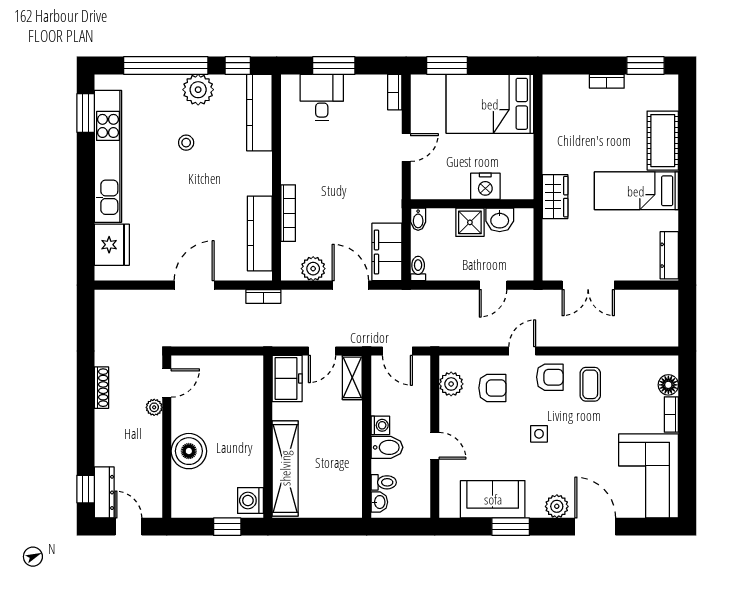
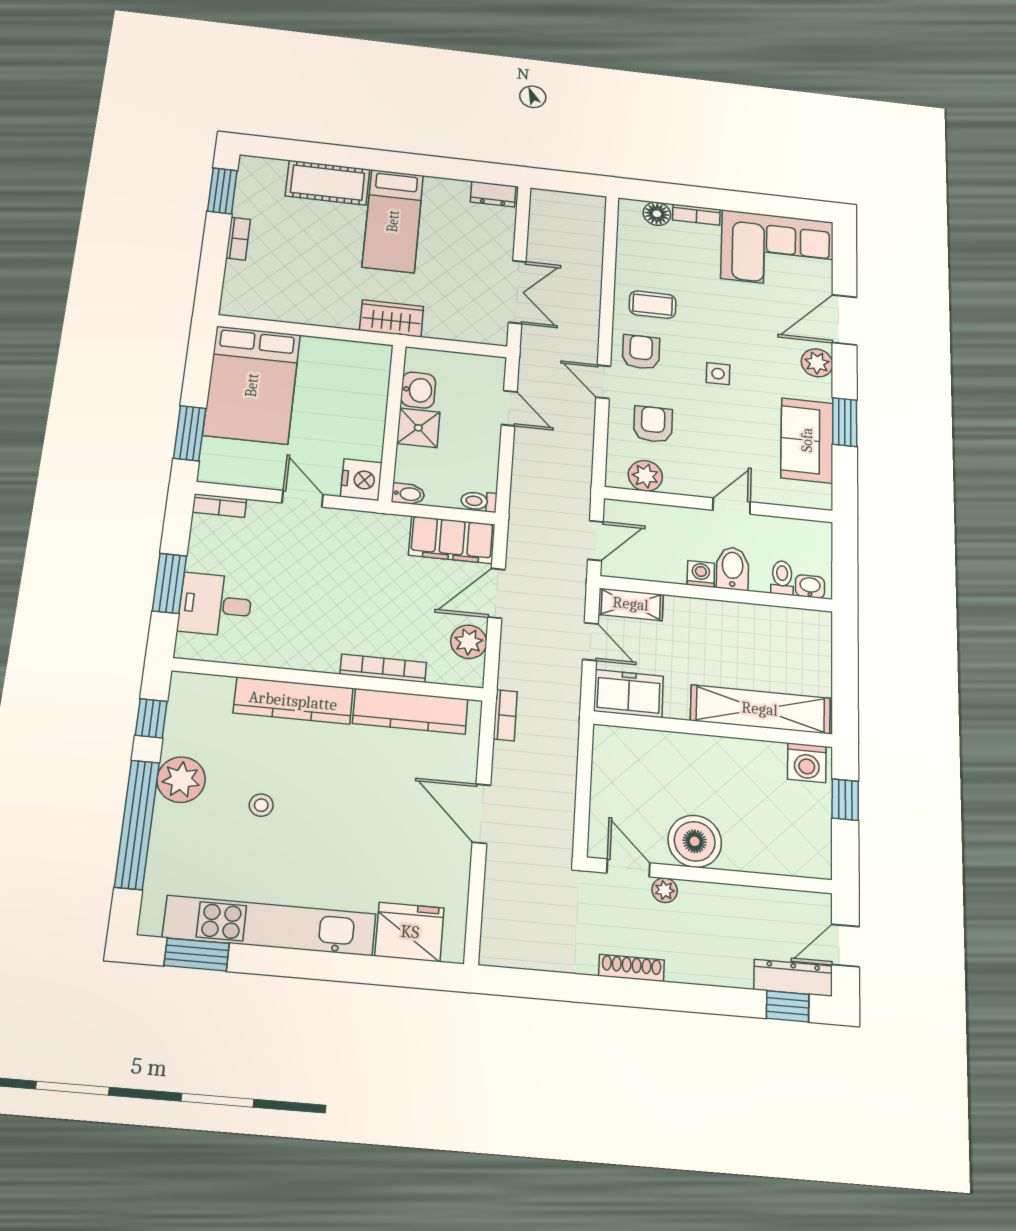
kitchen counter: (259, 113) -> (293, 701), moved
nightstand: (485, 186) -> (361, 480), moved
dresser: (669, 255) -> (493, 194), width x0.70
boiler: (189, 451) -> (695, 841), moved

